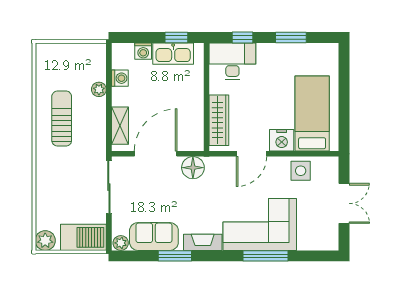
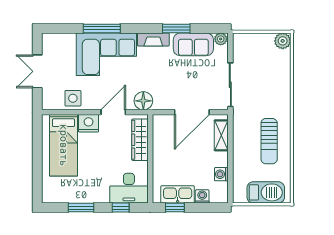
plant: (99, 89) -> (239, 165), removed
floor lamp: (193, 168) -> (143, 101), moved
barbecue: (83, 237) -> (266, 192), moved, turned 180

